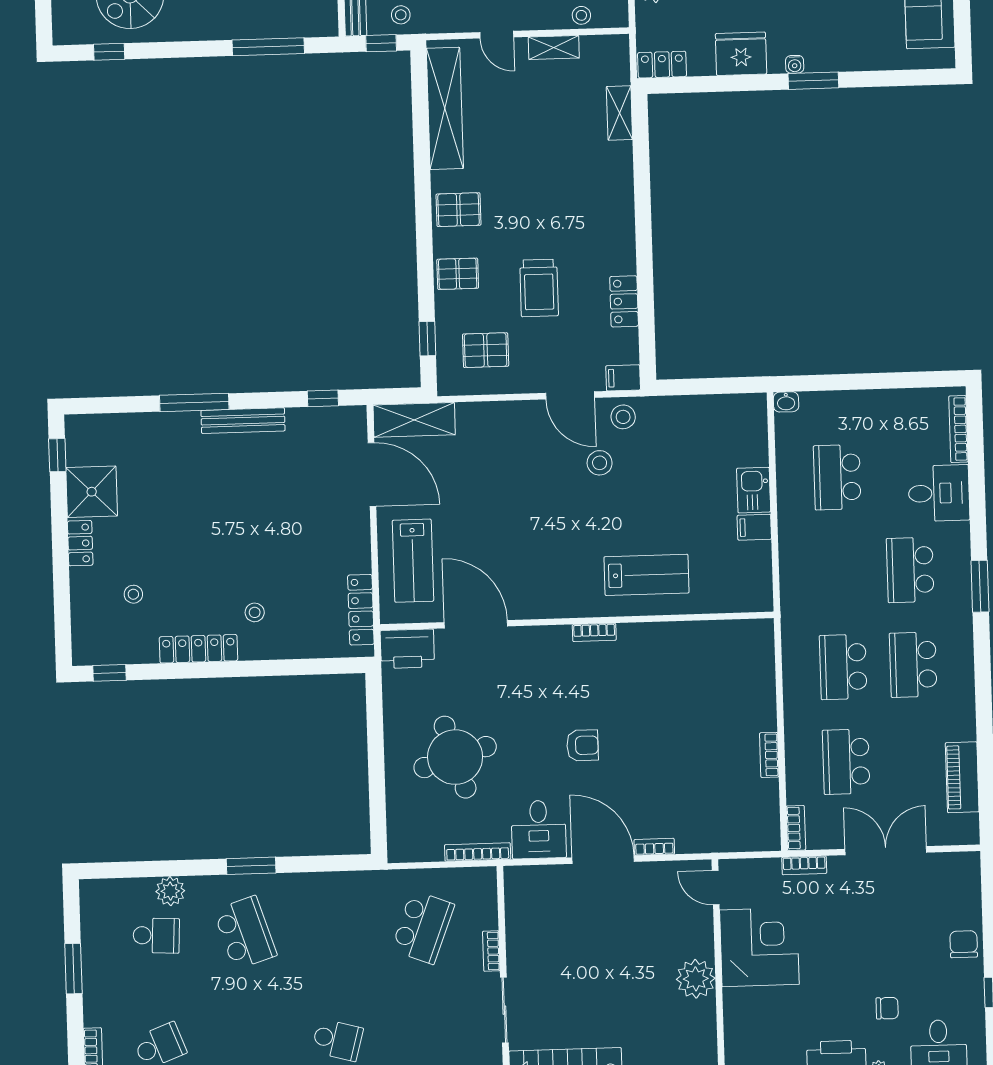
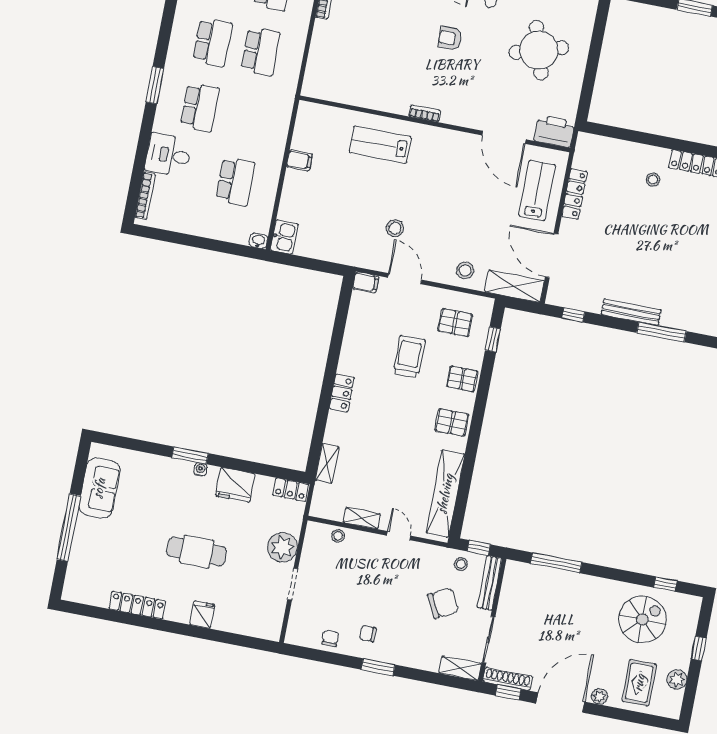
locker: (624, 301) -> (342, 393), moved
stool: (623, 417) -> (465, 270), moved
kitchen sink: (754, 490) -> (284, 237), moved
locker: (361, 610) -> (575, 194), moved

